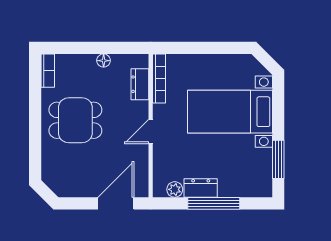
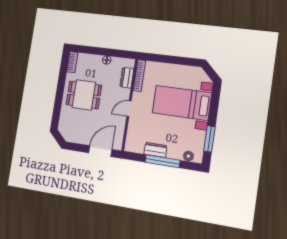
plant: (175, 189) -> (188, 156), moved

